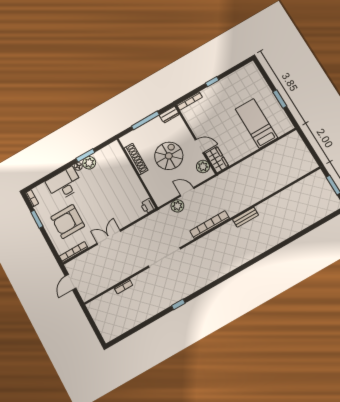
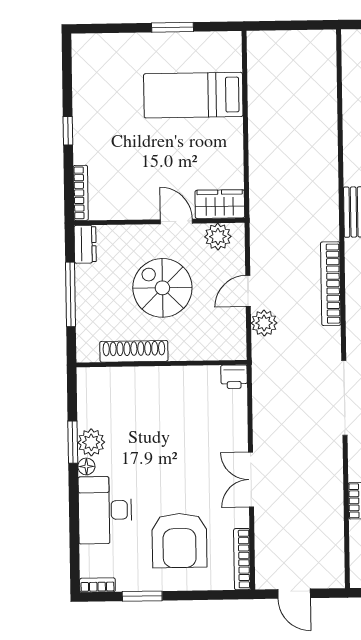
door: (200, 146) -> (176, 221), hinge flipped

